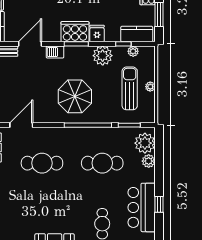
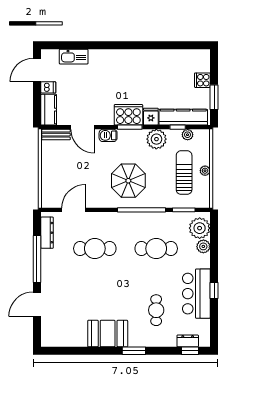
kitchen counter: (137, 34) -> (183, 117), width x1.50
door: (30, 44) -> (83, 127), swing flipped

